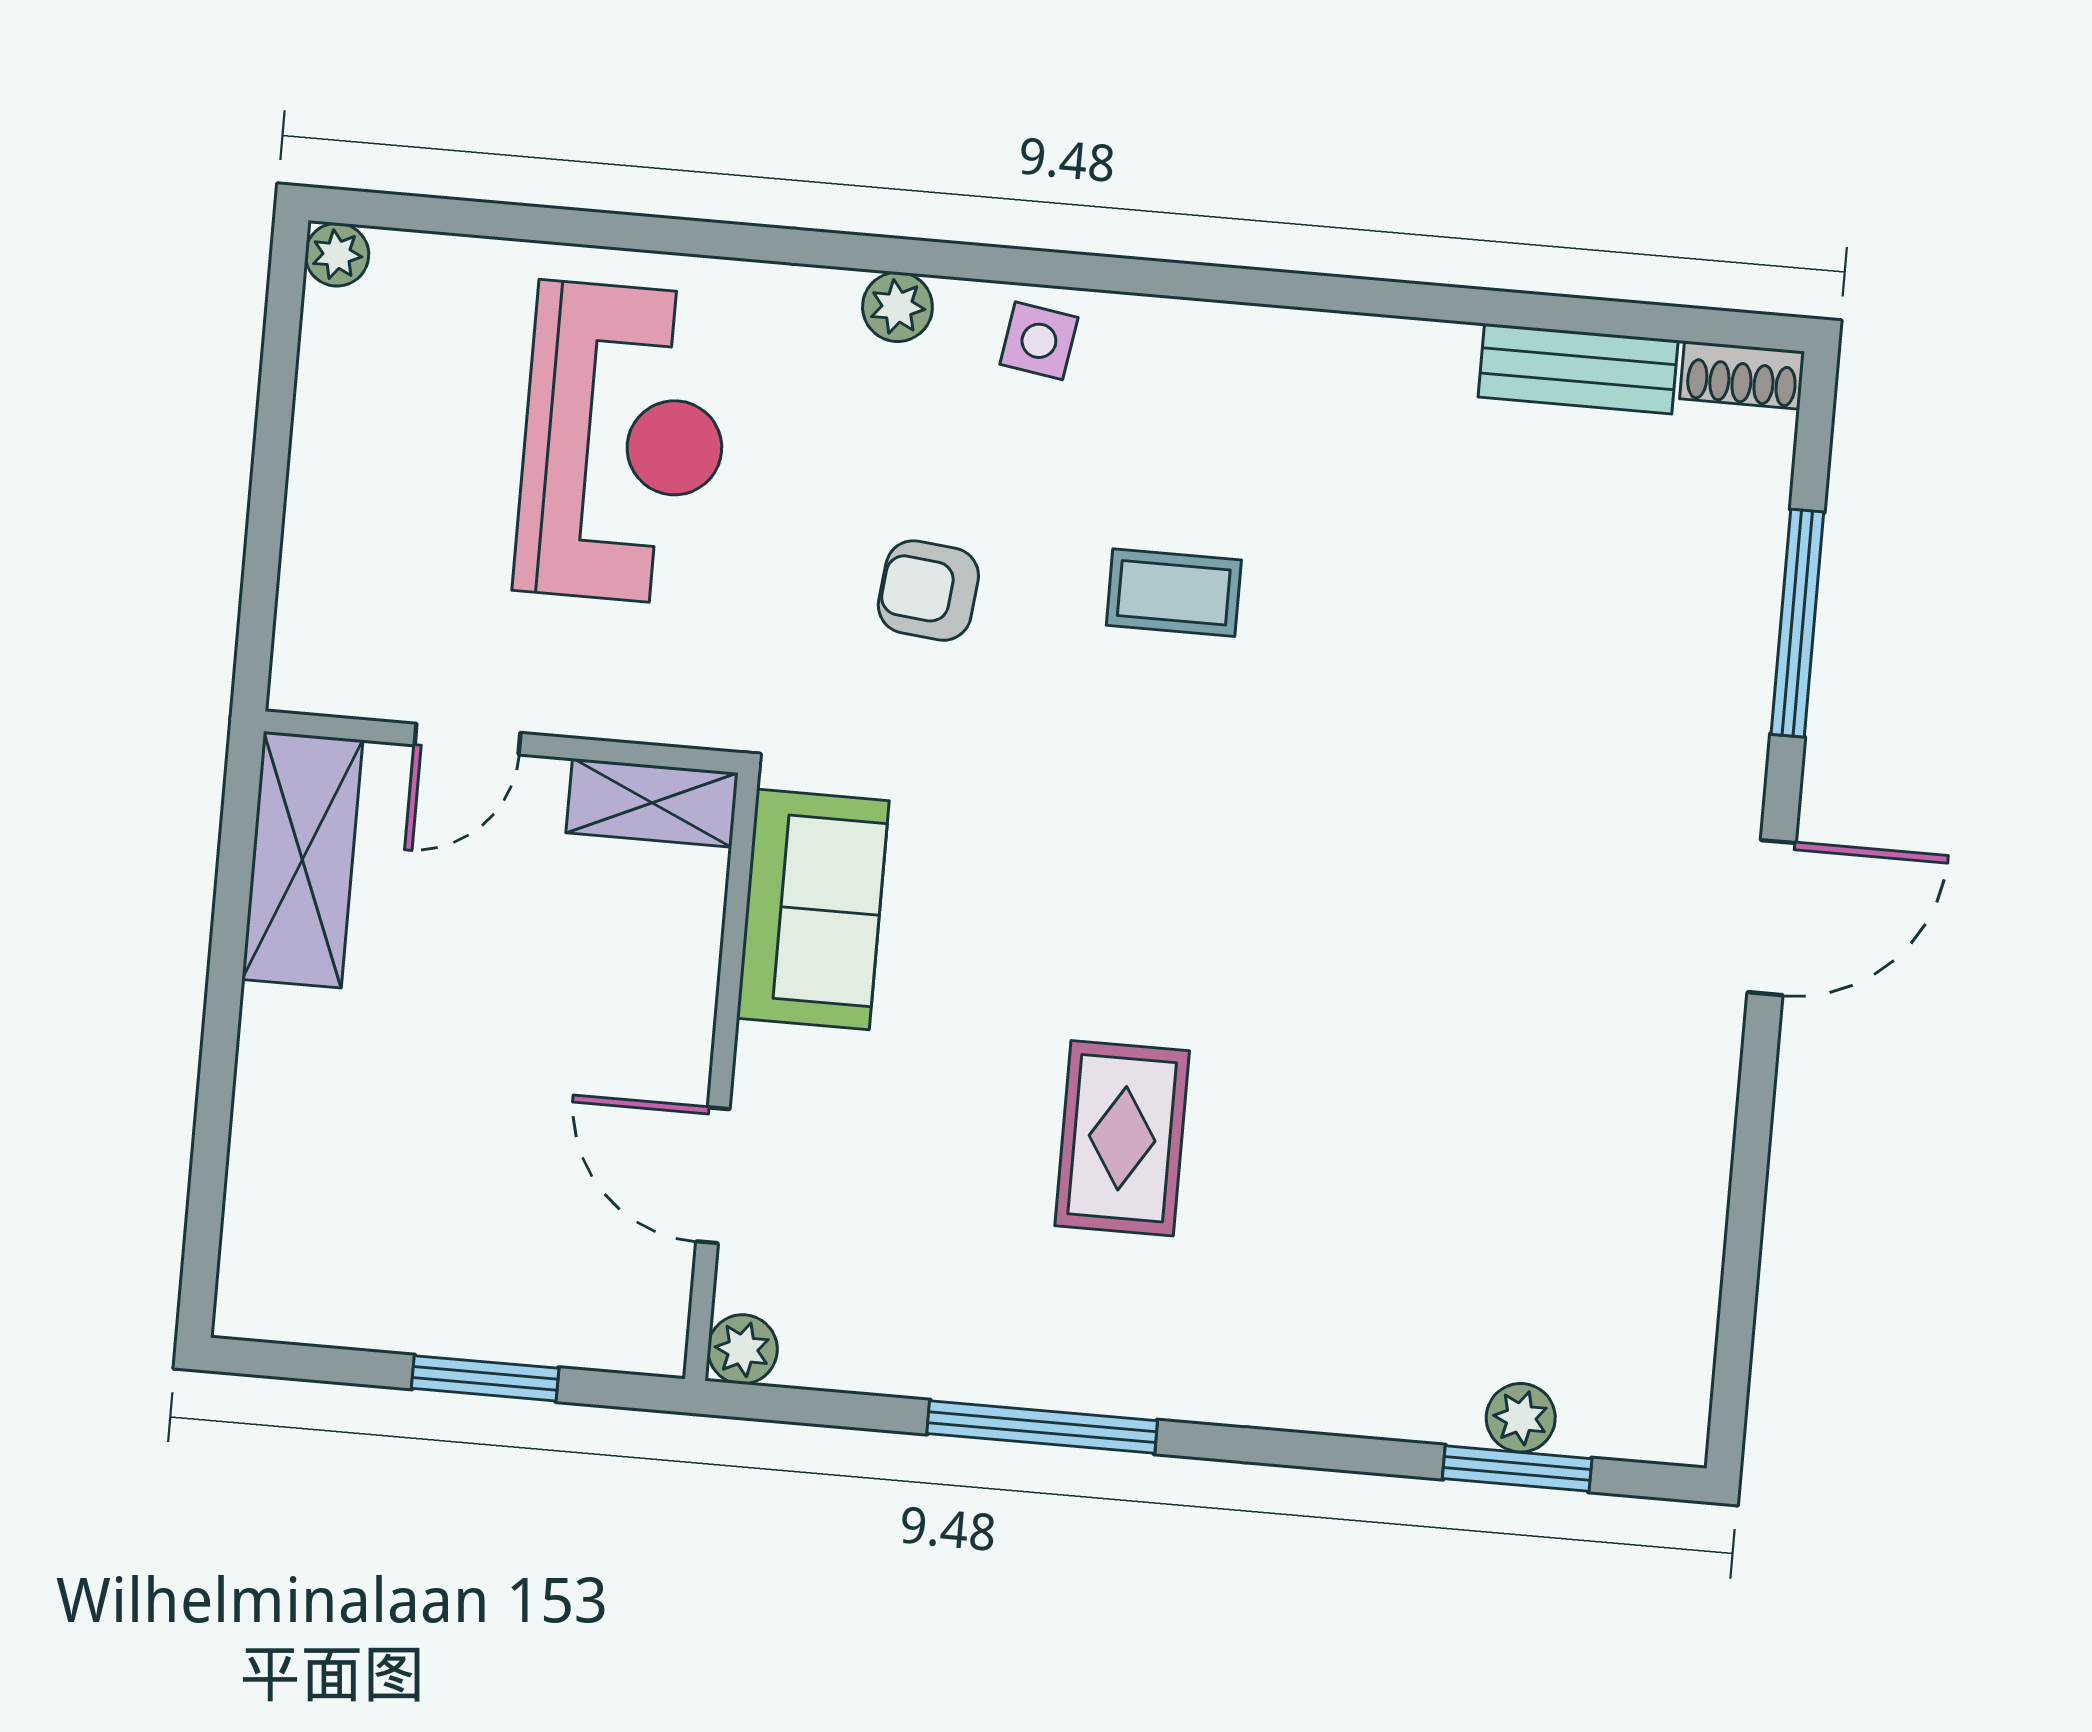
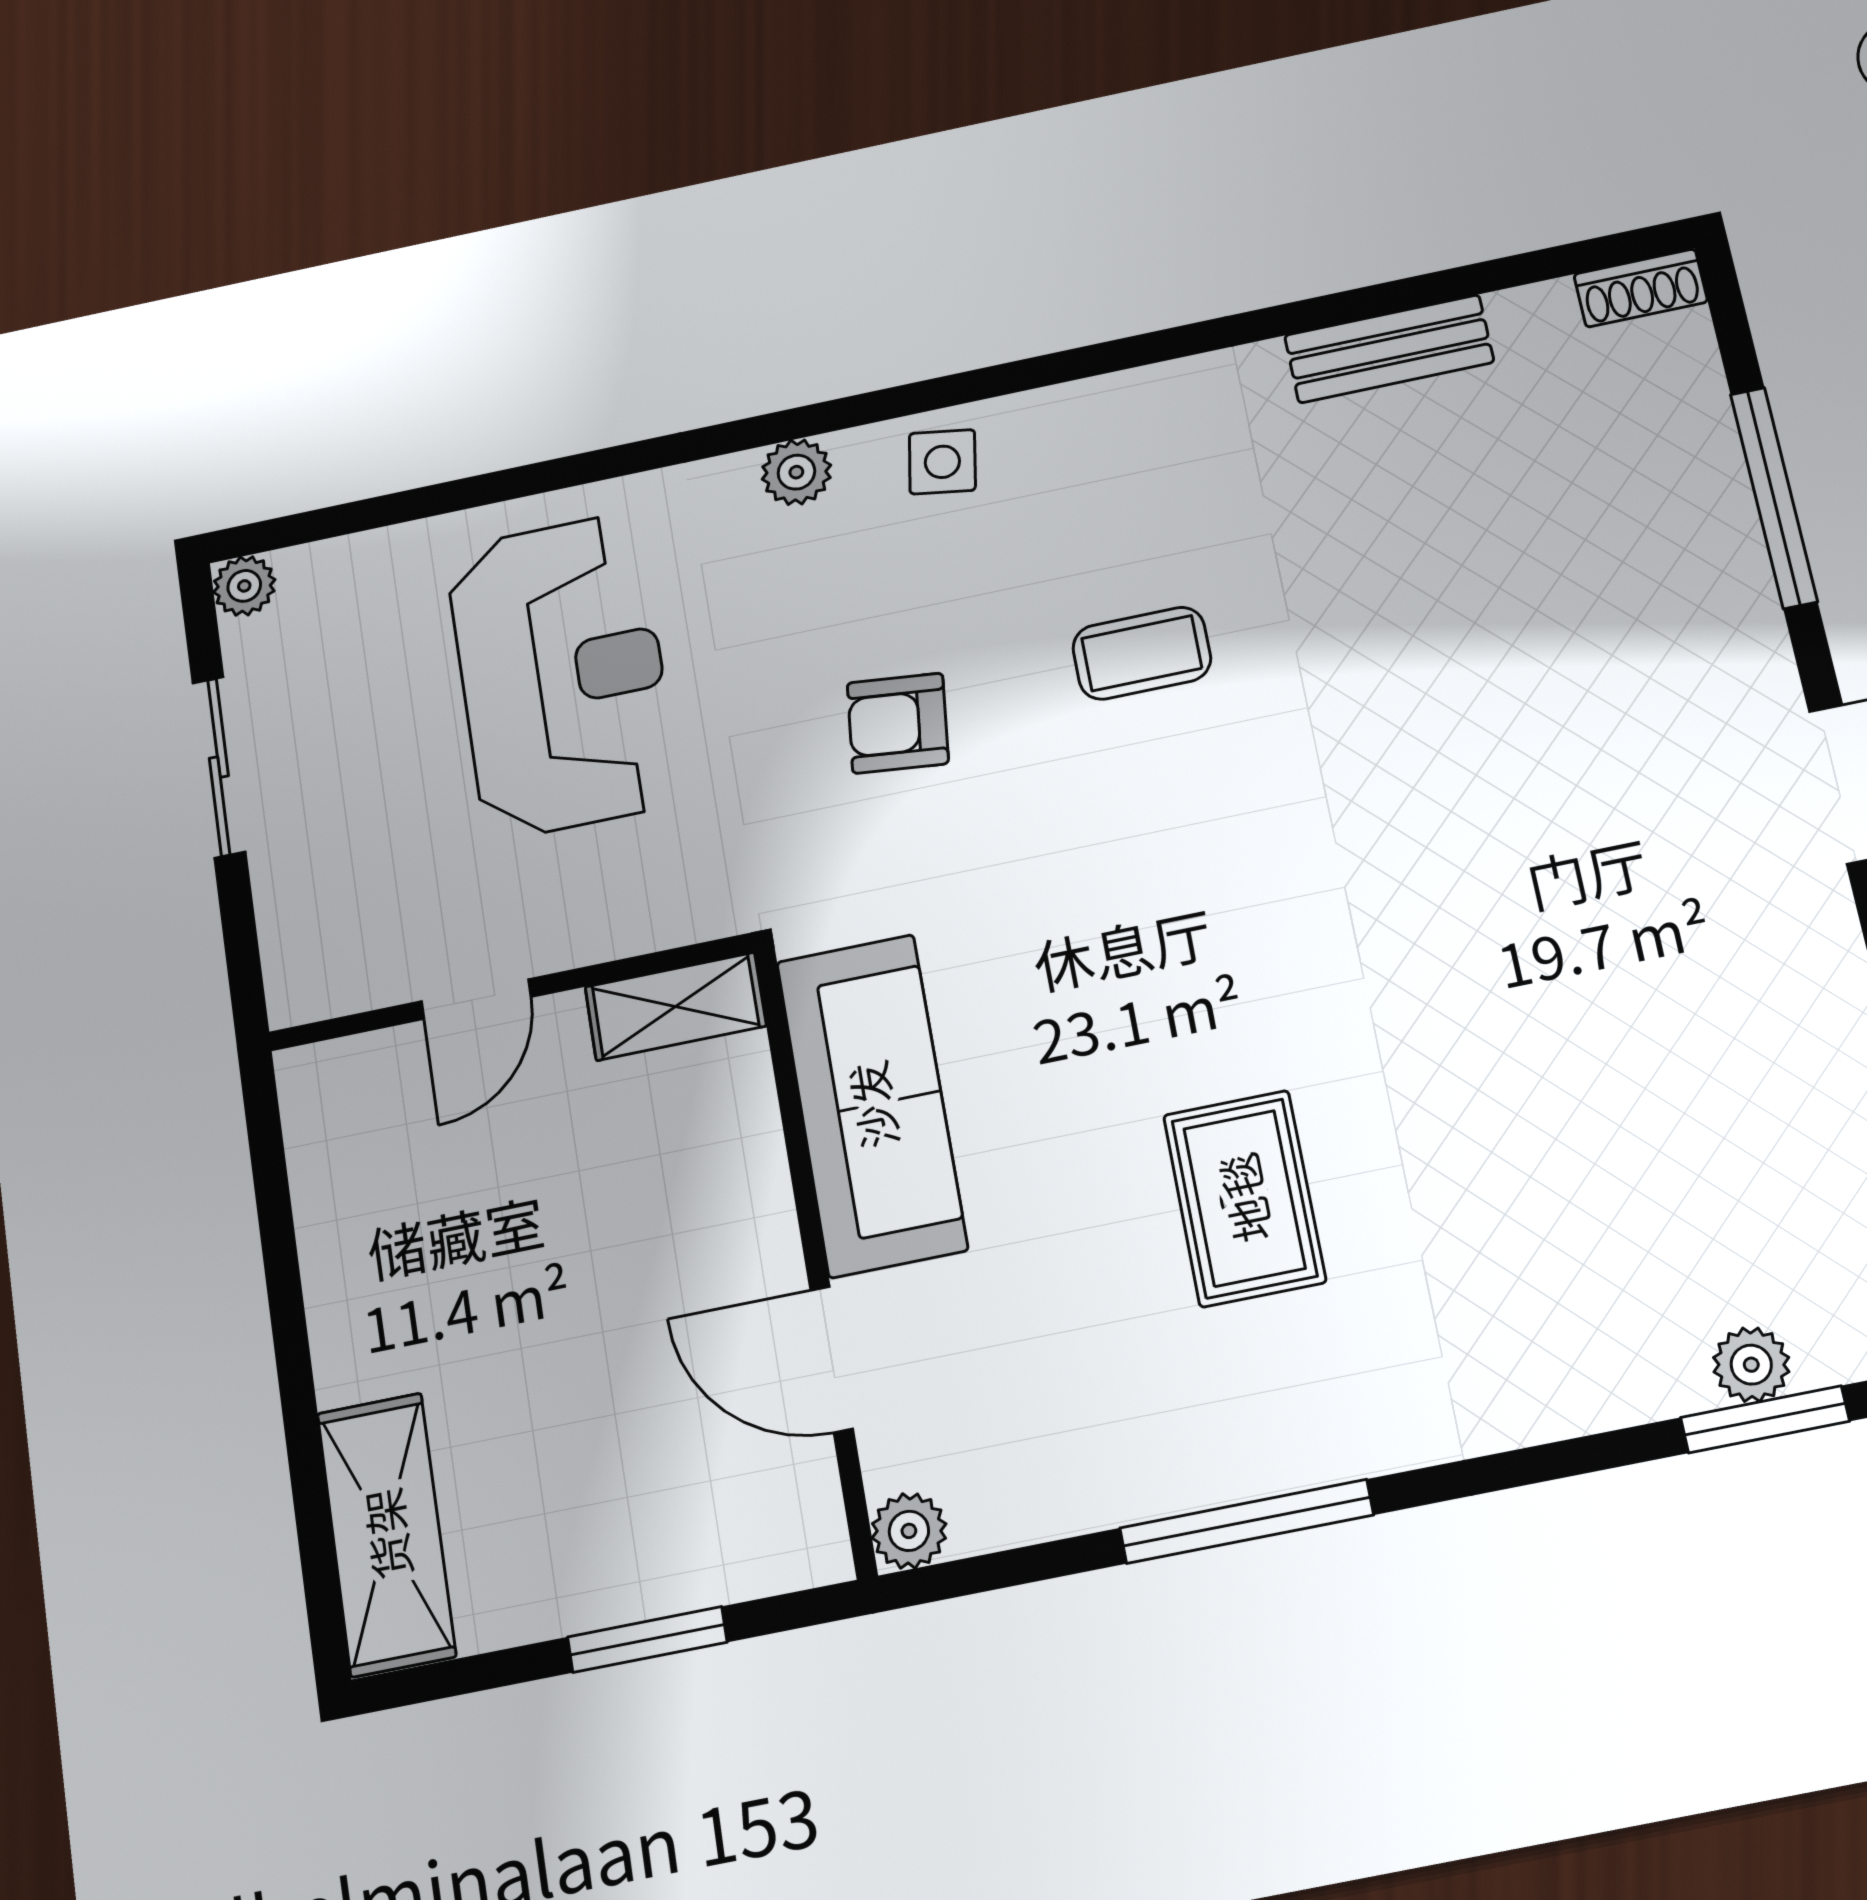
bench: (1578, 369) -> (1389, 349), moved
sliding door: (273, 433) -> (219, 767), added
shelving: (302, 860) -> (386, 1534), moved
sofa: (813, 909) -> (872, 1105), width x1.36

